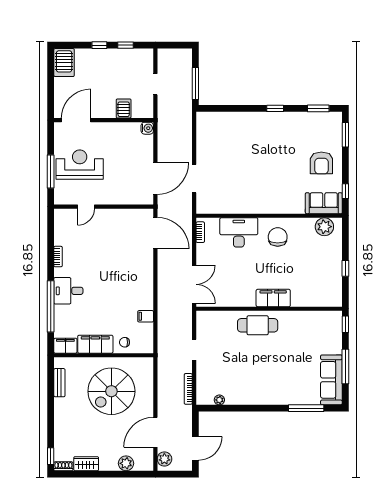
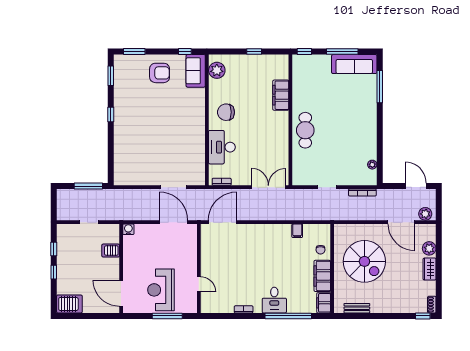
filing cabinet: (273, 298) -> (281, 95), moved
wardrobe: (86, 464) -> (430, 269), moved

